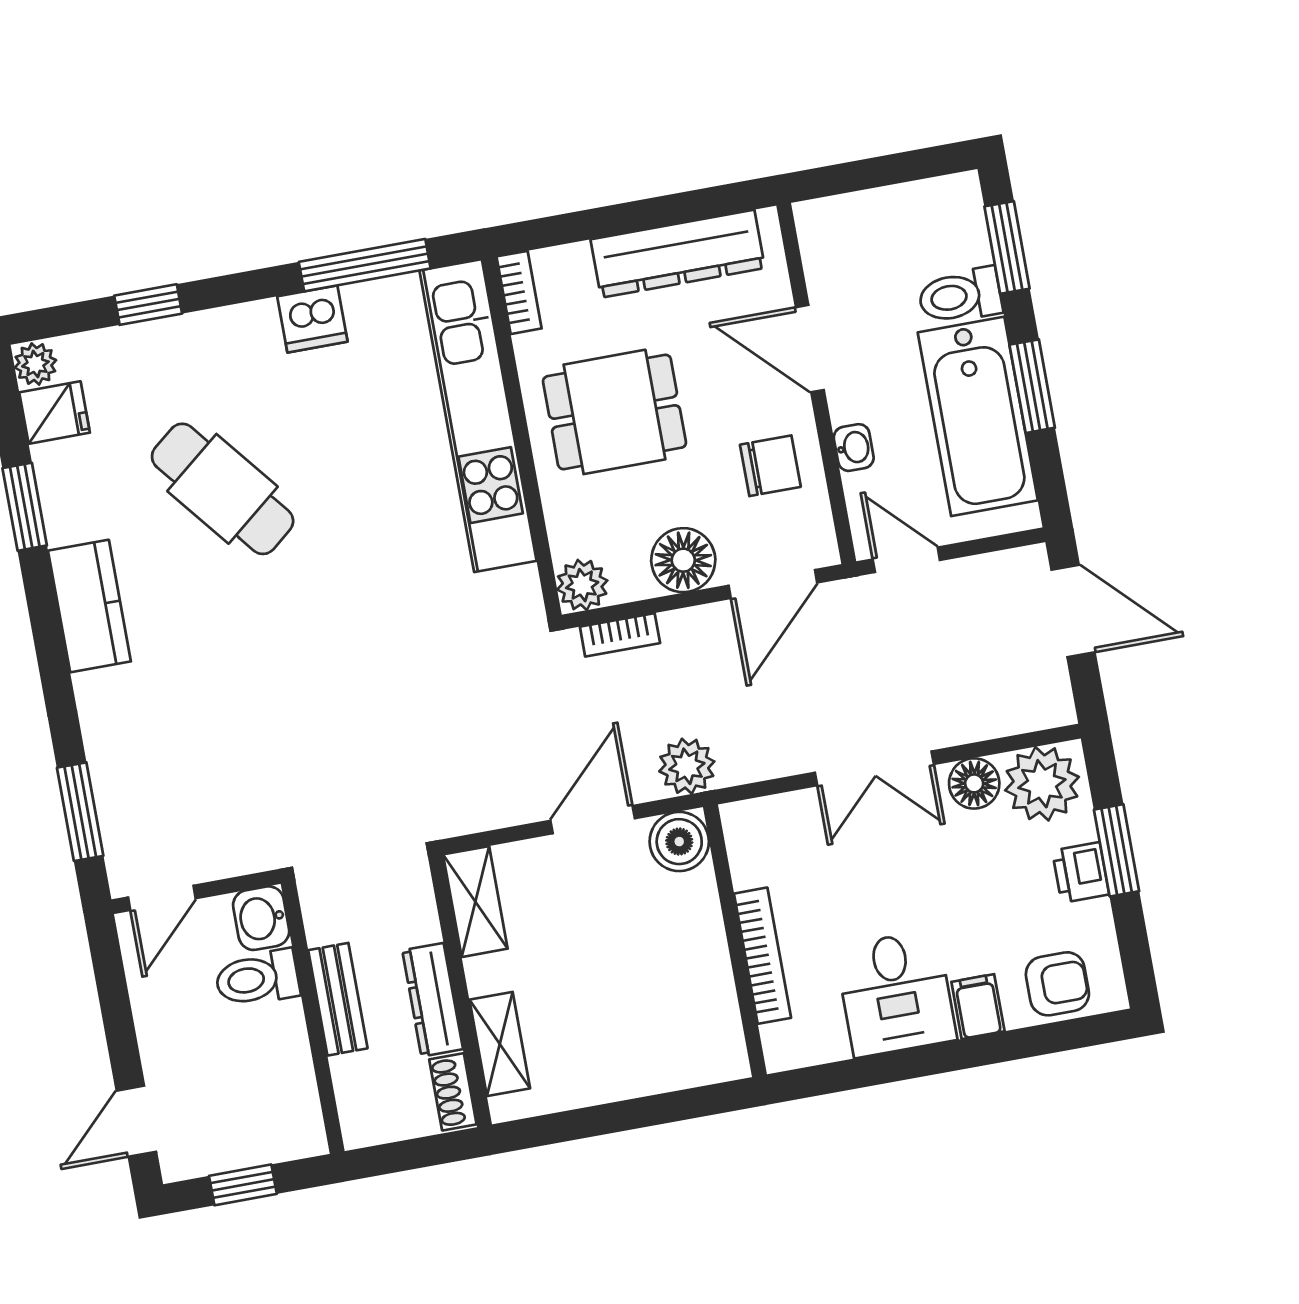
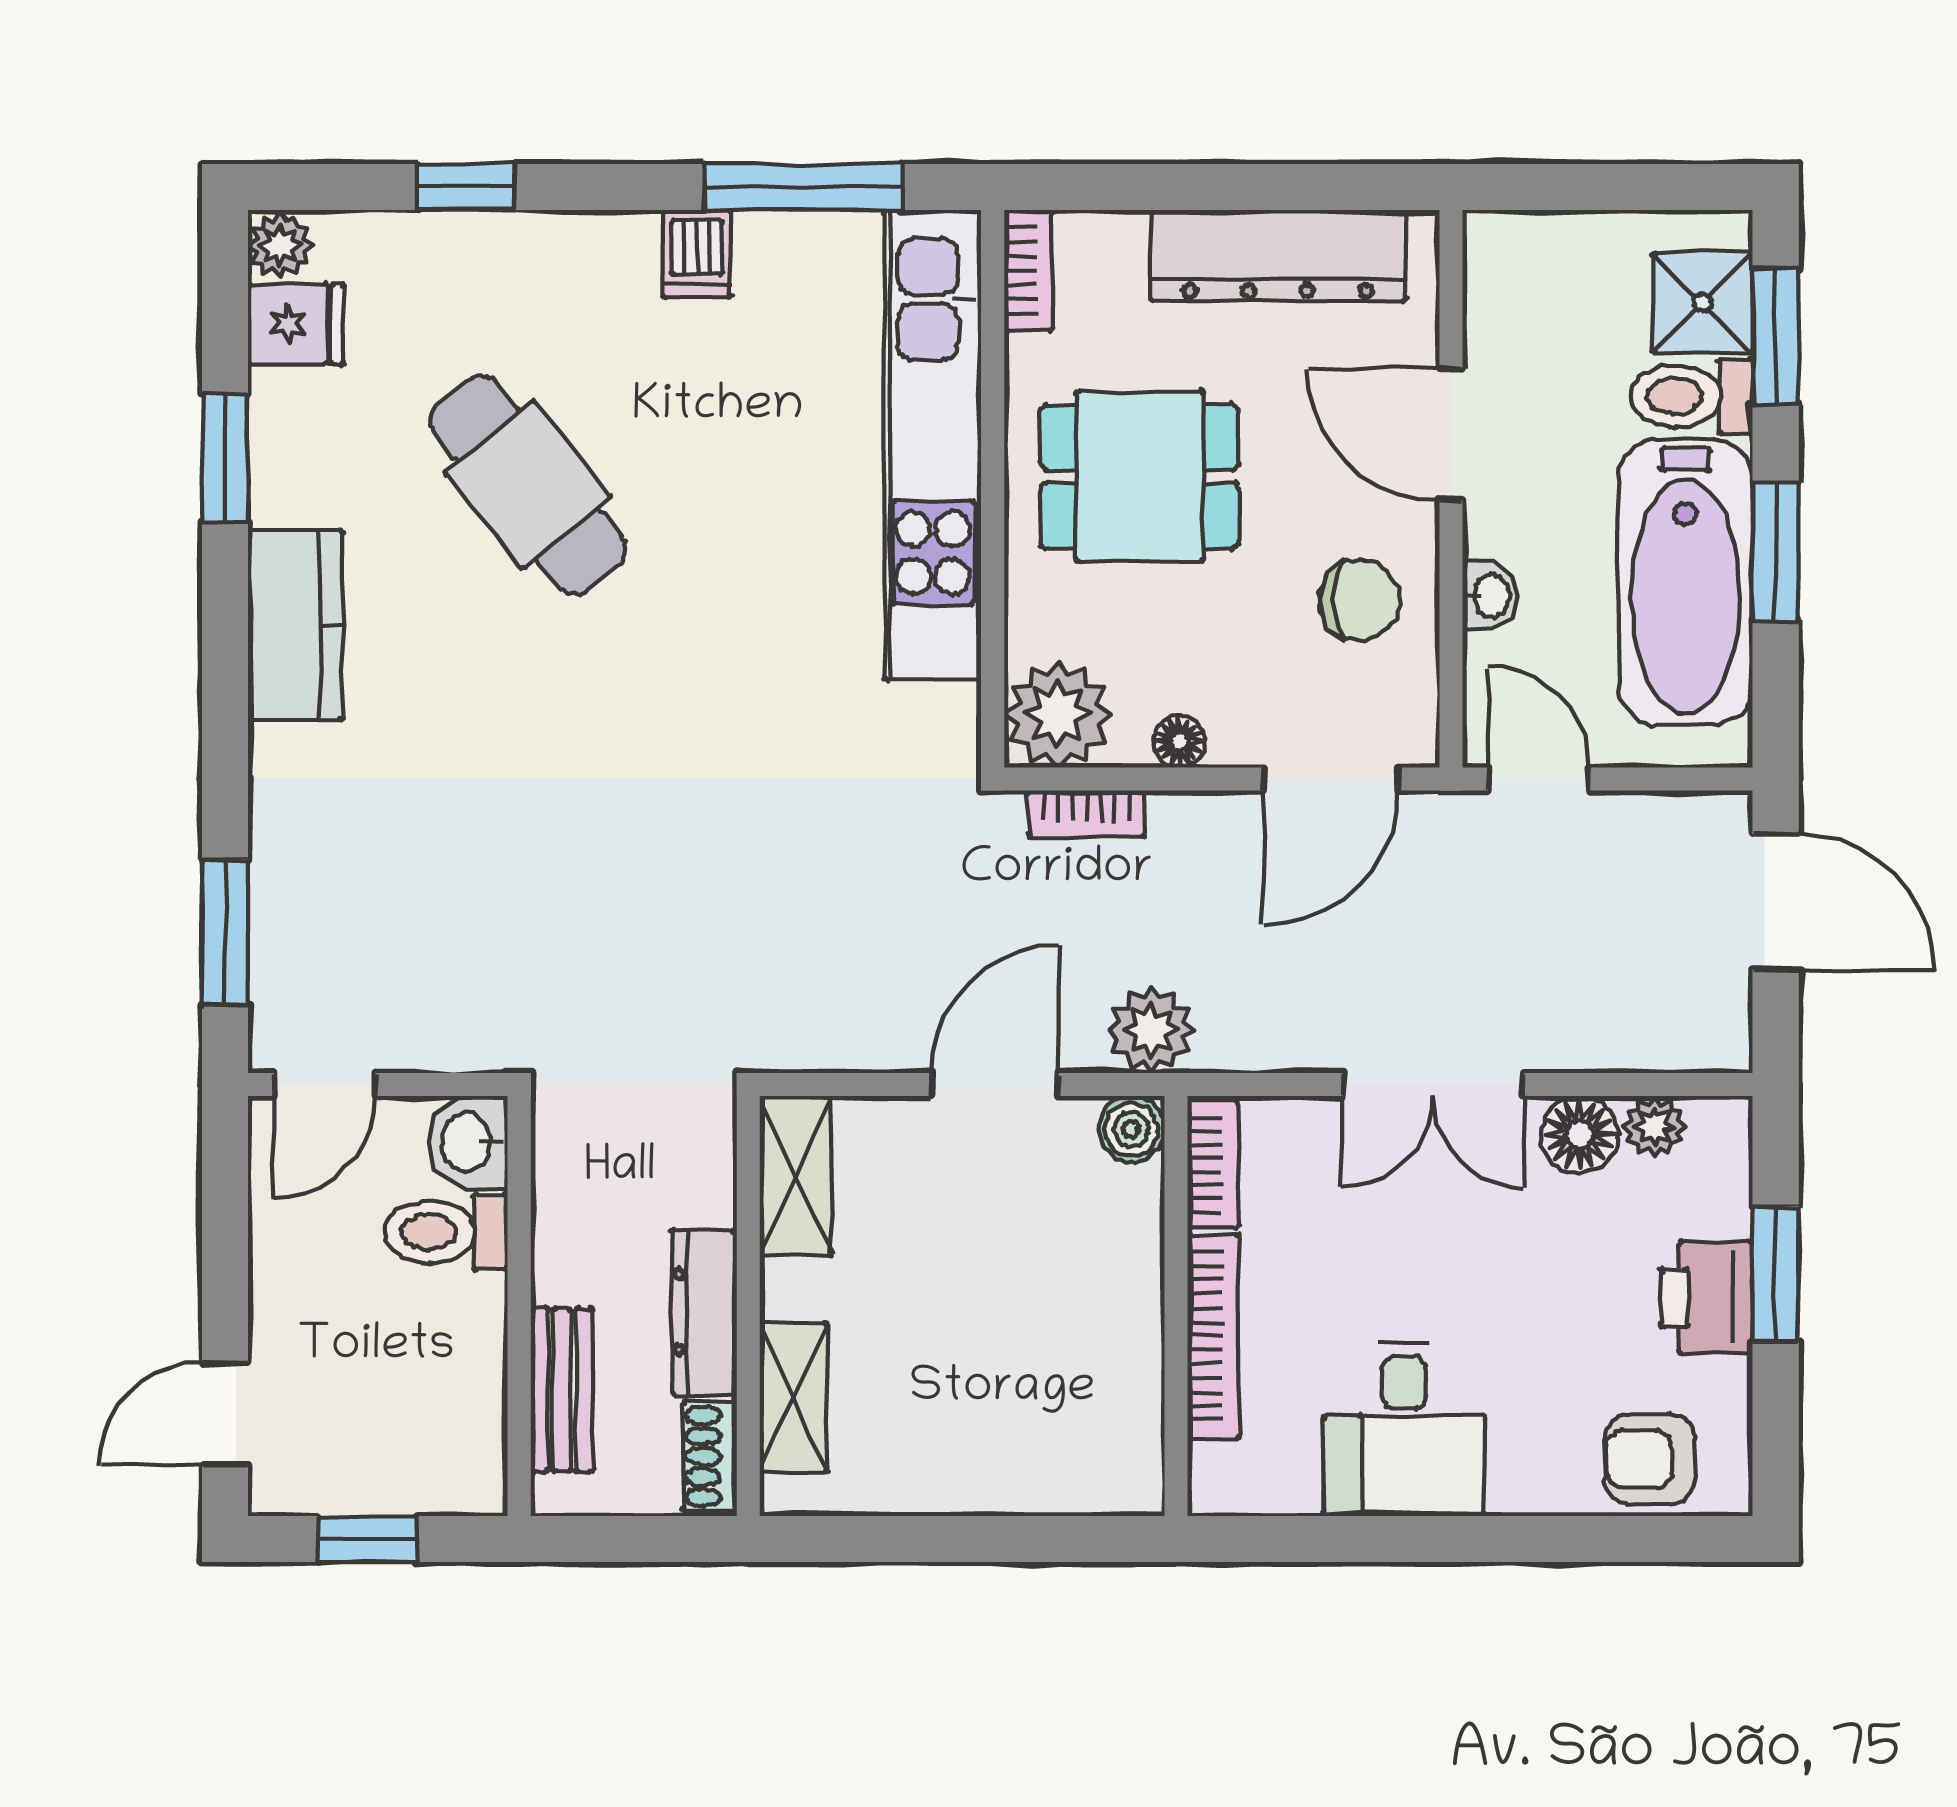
shower: (956, 235) -> (1703, 303), added
dishwasher: (312, 319) -> (697, 254), width x0.73
floor lamp: (683, 560) -> (1179, 742), width x0.53, depth x0.53
plant: (582, 585) -> (1058, 714), width x1.36, depth x1.36
plant: (1042, 784) -> (1655, 1127), width x0.53, depth x0.53
boiler: (679, 842) -> (1131, 1129), width x0.73, depth x0.73
bookcase: (742, 846) -> (1213, 1165), added
printer: (1081, 872) -> (1707, 1298), width x1.36, depth x1.24
armchair: (1057, 984) -> (1650, 1459), turned 180
bench: (338, 999) -> (562, 1390), moved
filing cabinet: (978, 1007) -> (1524, 1472), removed

